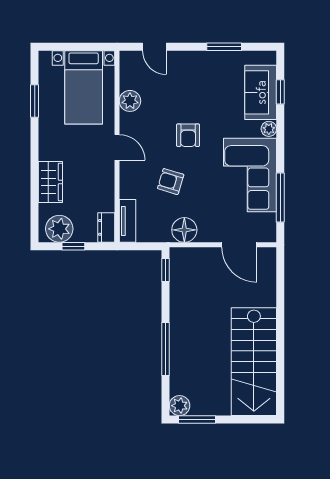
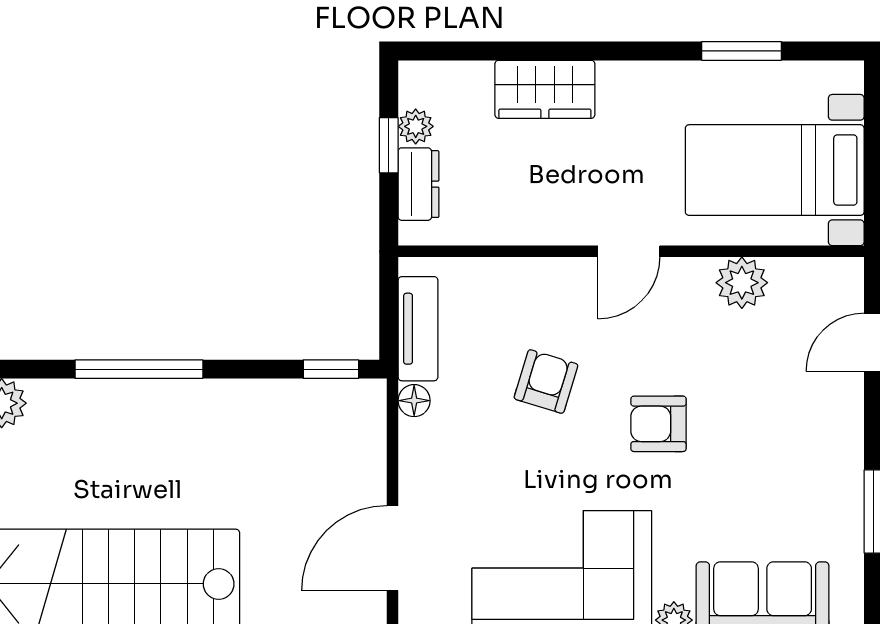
tv unit: (128, 221) -> (418, 329), moved, turned -90
dresser: (106, 227) -> (418, 184), moved, turned 90
plant: (59, 229) -> (416, 126), width x0.53, depth x0.53
floor lamp: (184, 230) -> (414, 401), width x0.53, depth x0.53

